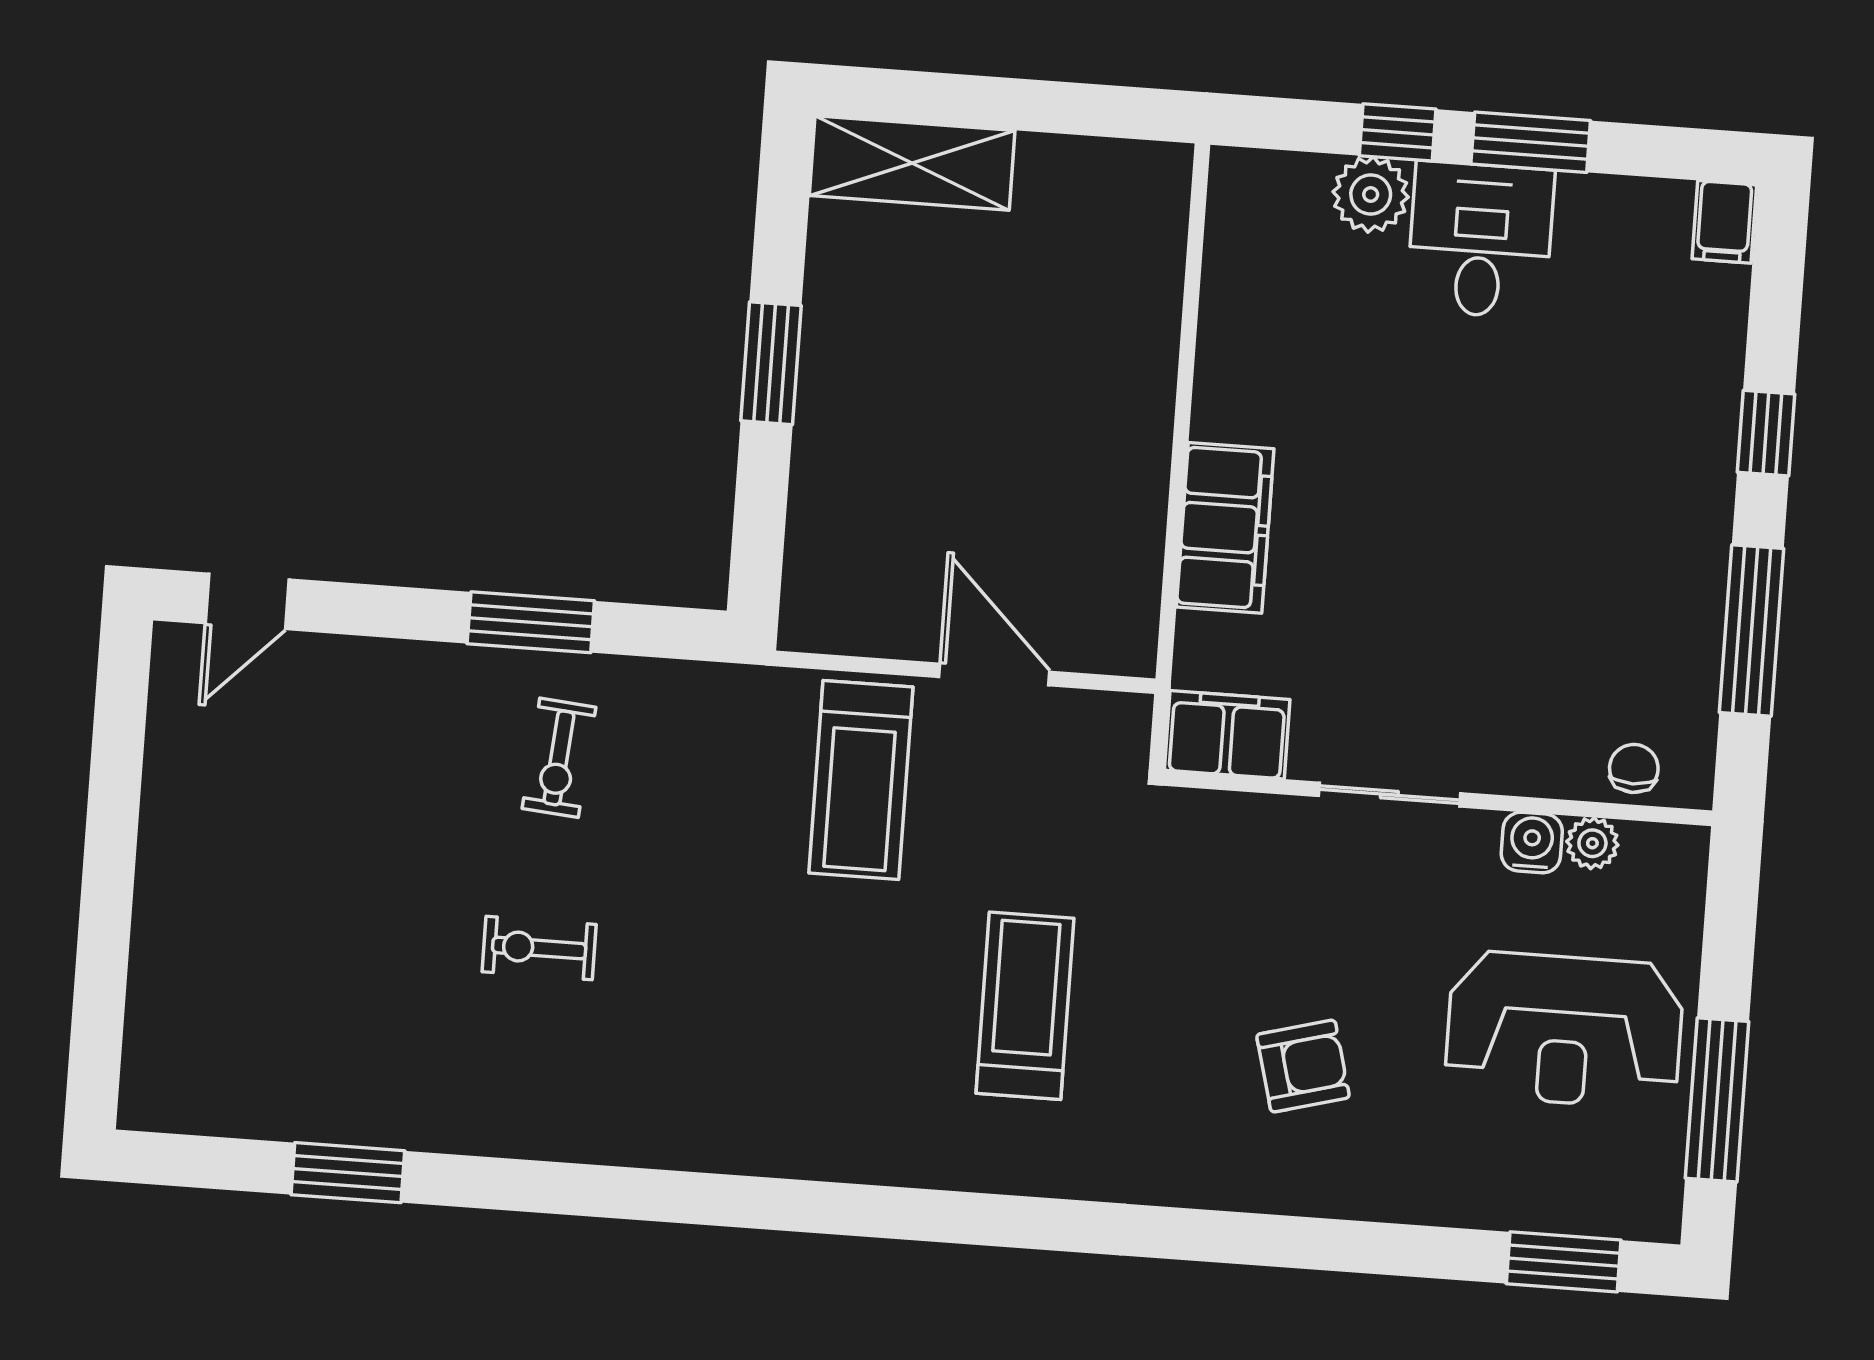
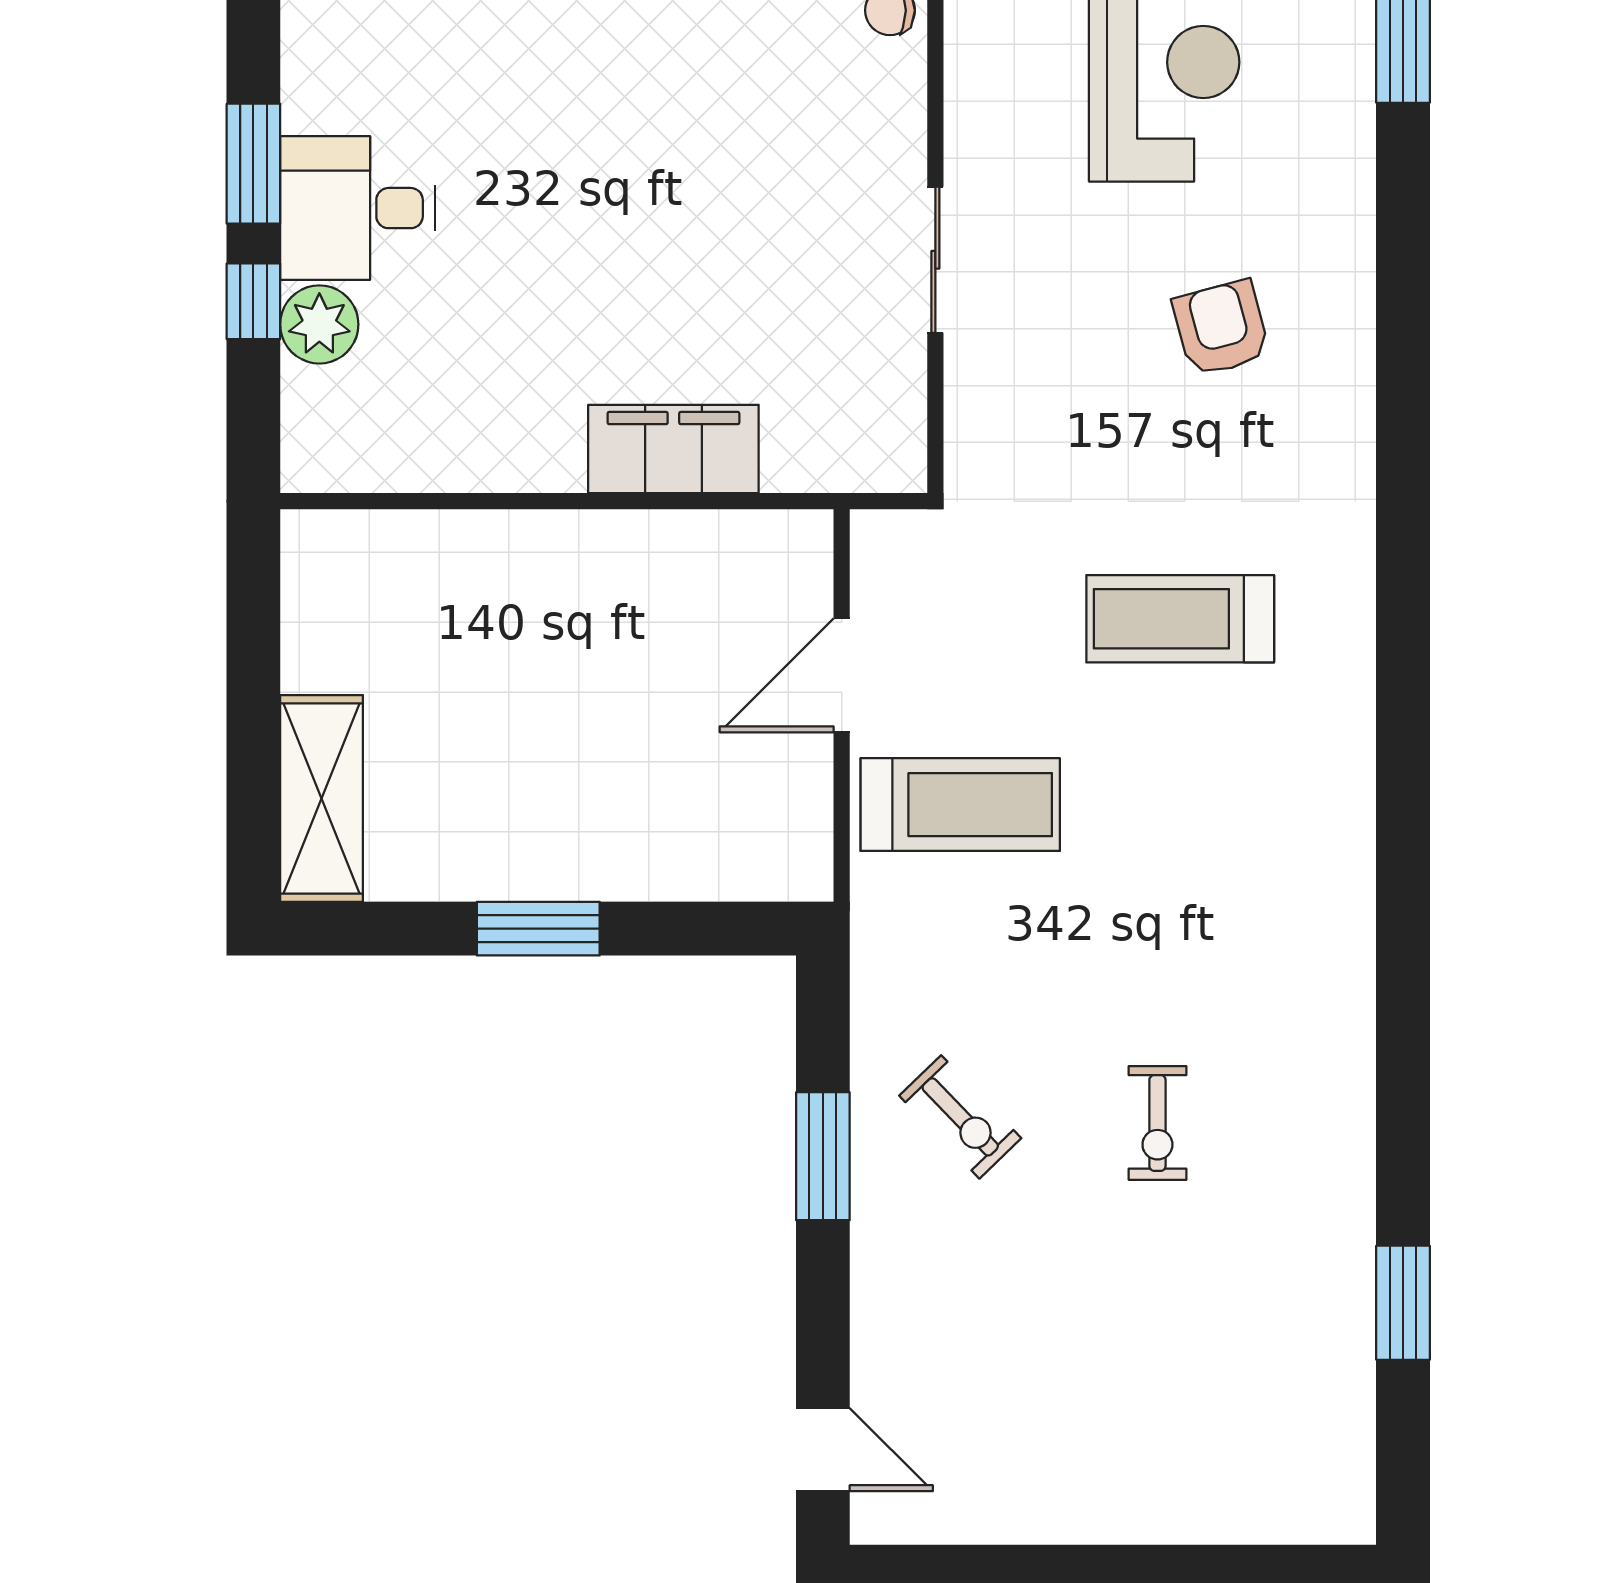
filing cabinet: (1227, 735) -> (886, 431), removed
exercise bike: (559, 758) -> (960, 1117), turned 41
water cooler: (1532, 843) -> (974, 110), removed
plant: (1592, 843) -> (970, 47), removed

